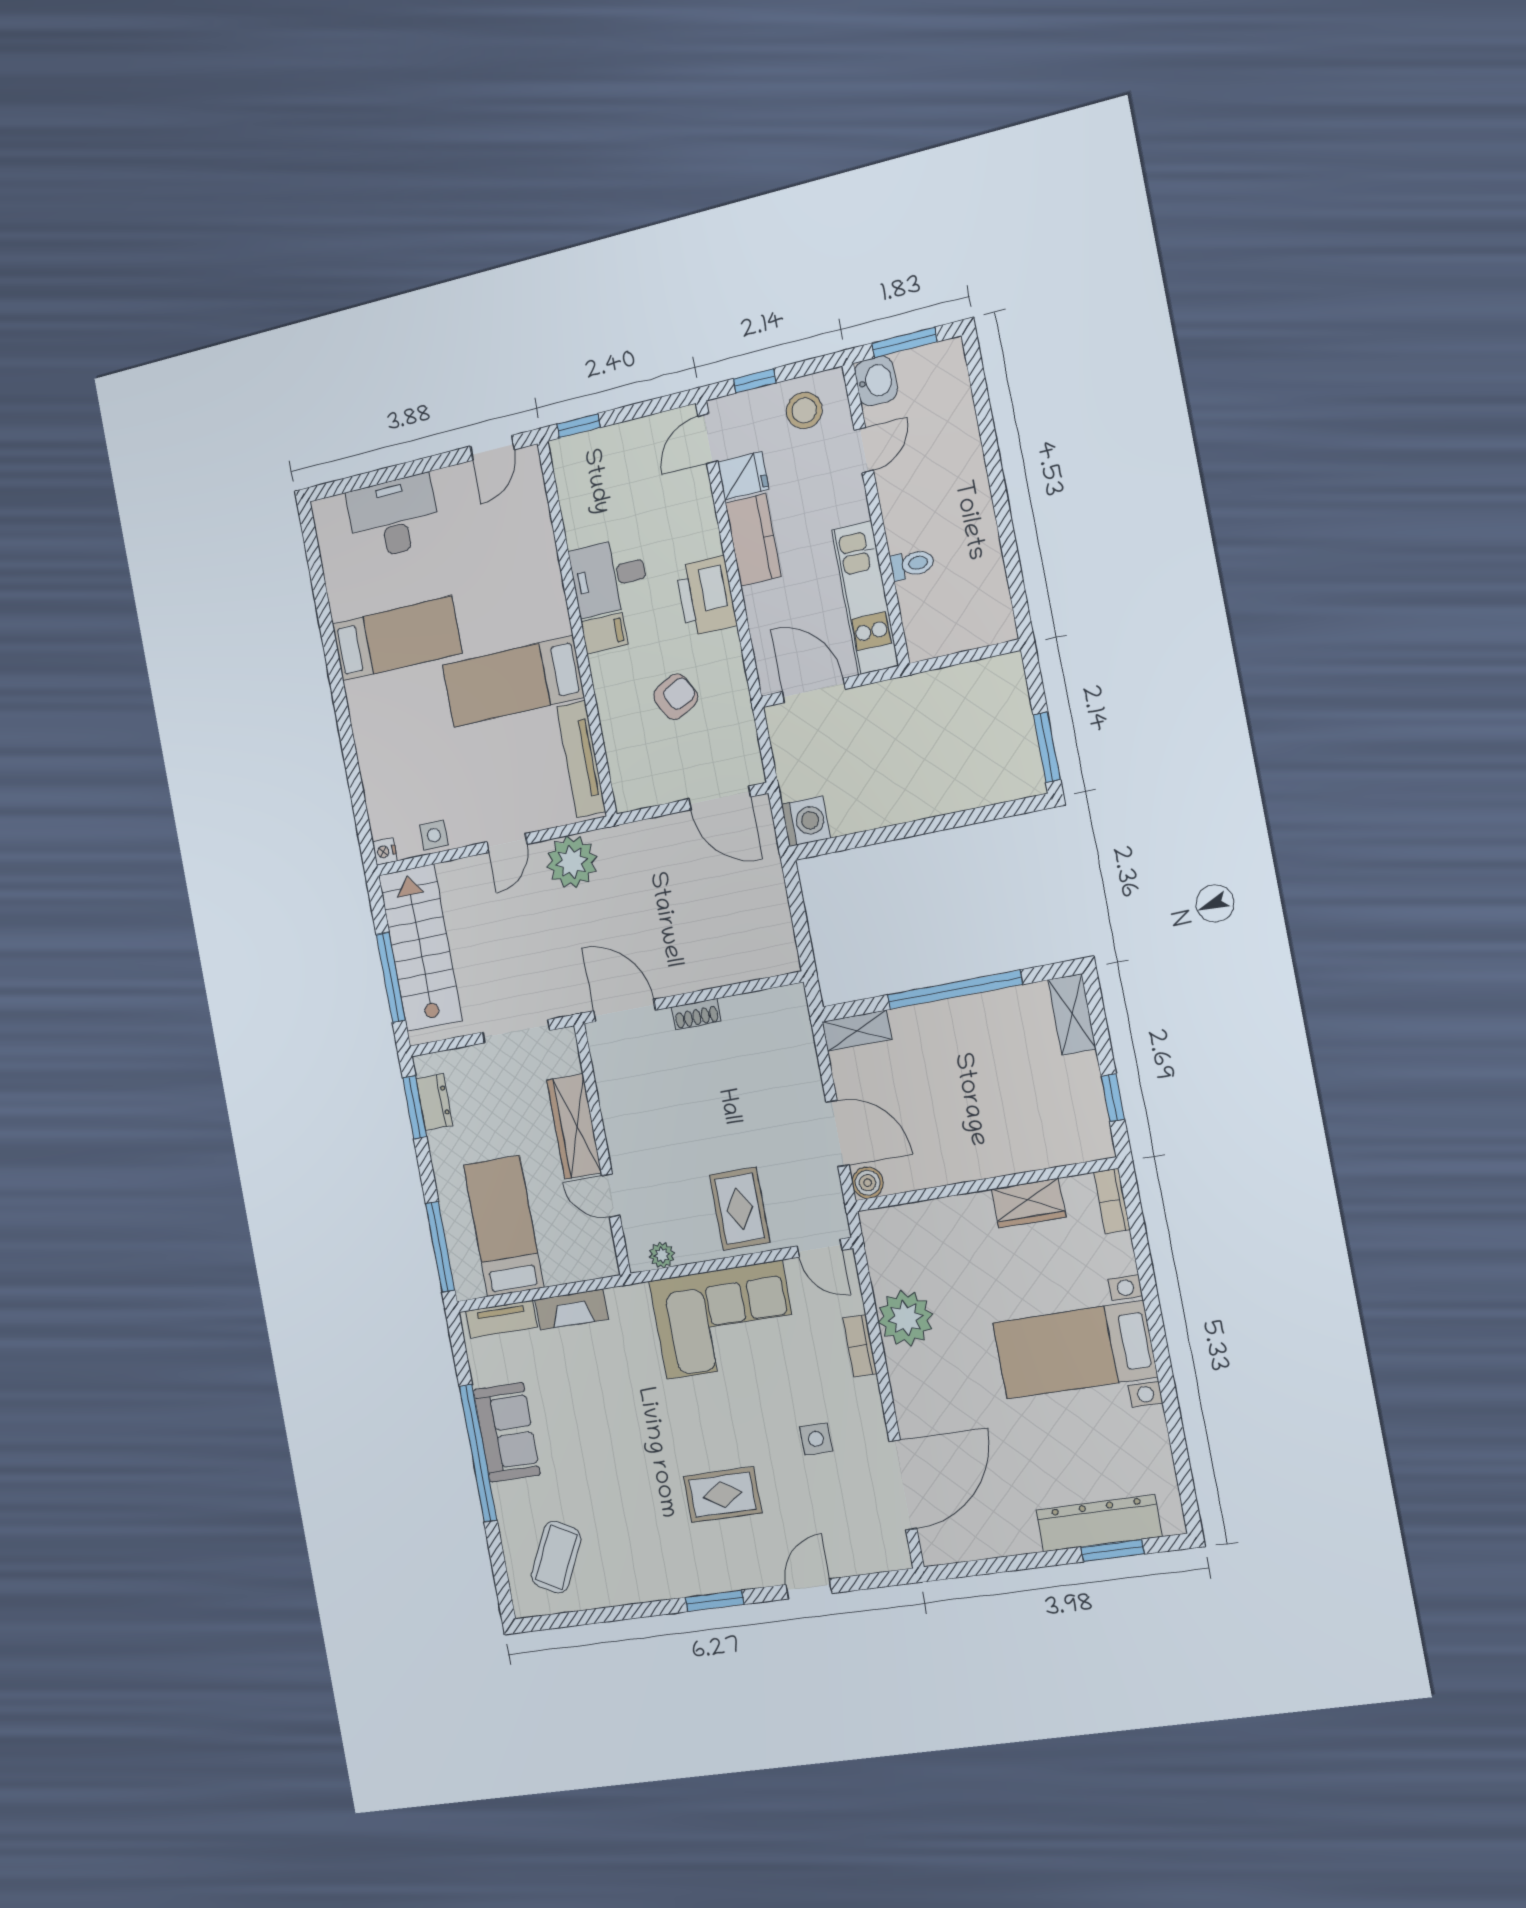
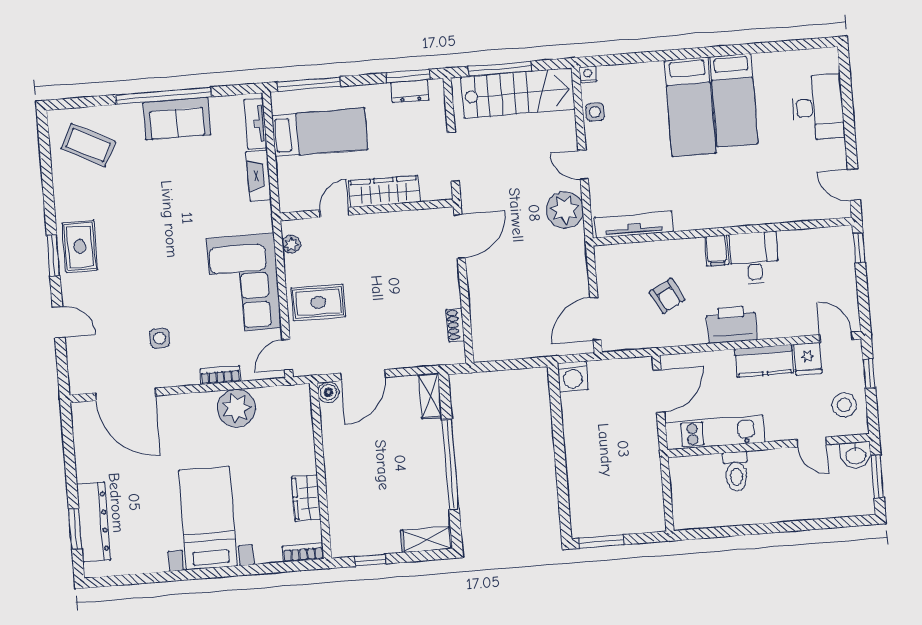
toilet: (912, 564) -> (736, 471), width x1.37, depth x1.39
bed: (513, 681) -> (690, 107), moved, turned 180
shoe rack: (696, 1014) -> (455, 325), moved
rug: (723, 1495) -> (80, 246), moved

